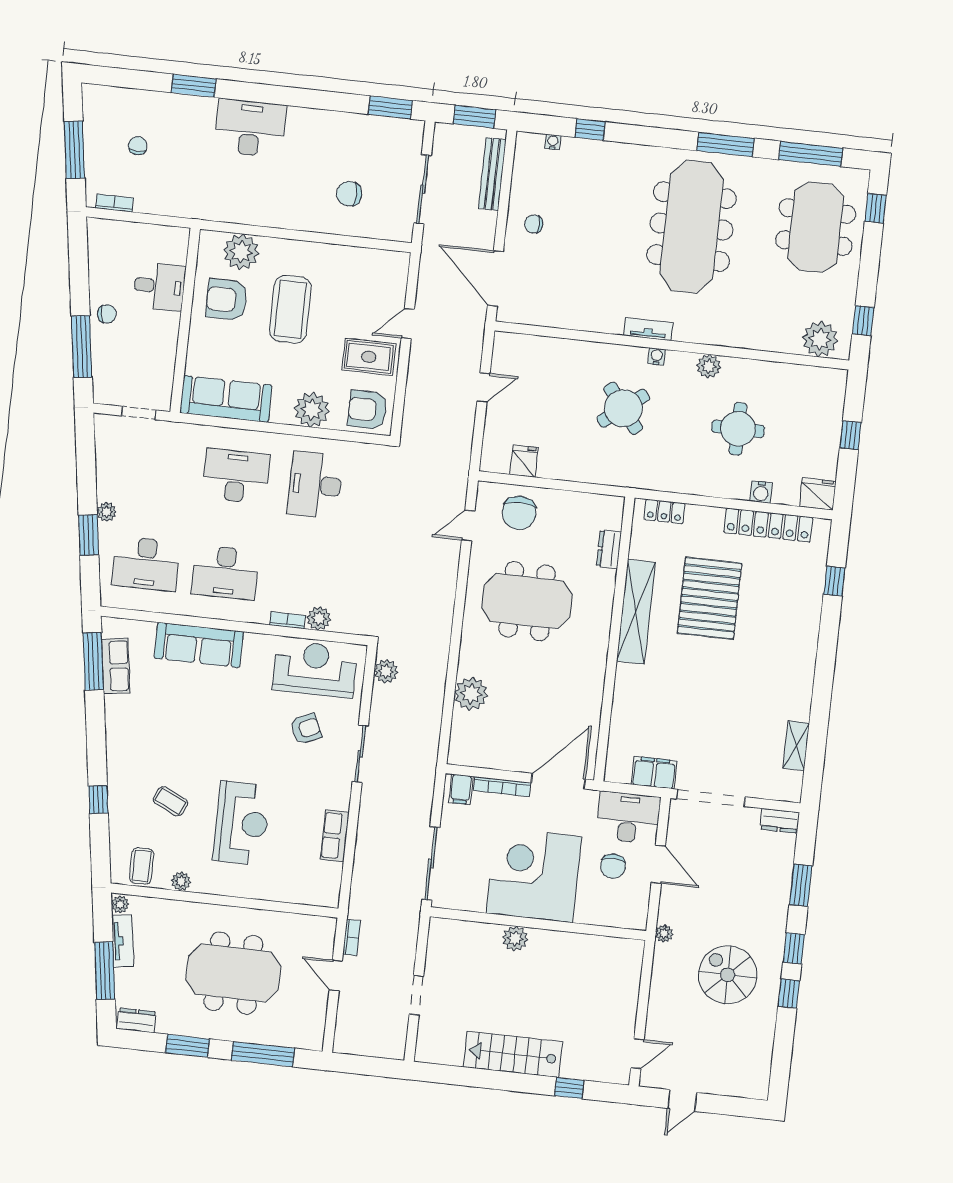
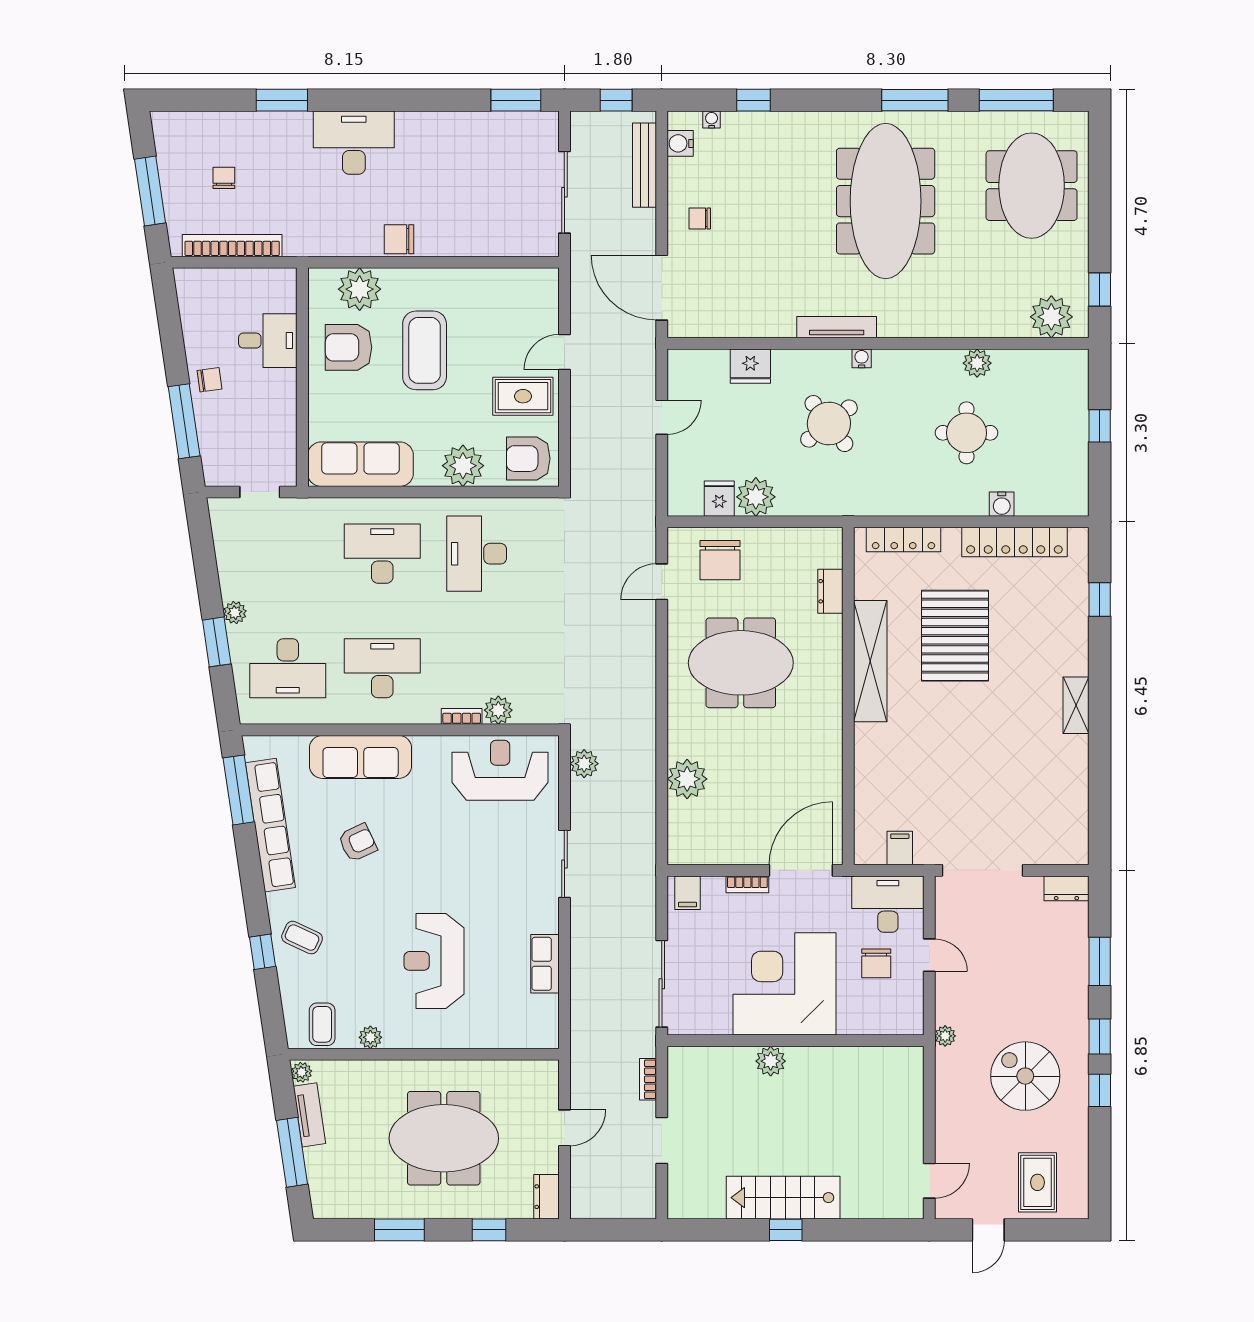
window: (474, 117) -> (616, 100), width x0.67
water cooler: (524, 159) -> (680, 143), added
chair: (349, 194) -> (399, 239), moved
bookcase: (114, 203) -> (232, 246), width x2.31, depth x1.31
window: (876, 208) -> (1100, 156), removed
tv unit: (648, 329) -> (837, 327), width x1.41
plant: (709, 366) -> (977, 363), moved
plant: (555, 463) -> (756, 497), added
fridge: (818, 494) -> (750, 366), moved, turned 180
locker: (664, 511) -> (903, 539), width x1.53
desk: (225, 572) -> (382, 668), turned 180
row of seats: (116, 666) -> (270, 825), width x2.02
armchair: (306, 729) -> (358, 843), moved
shelving: (796, 746) -> (1076, 705), moved
filing cabinet: (654, 773) -> (900, 848), width x0.50
bookcase: (502, 787) -> (747, 884), width x0.64
coffee table: (170, 801) -> (302, 938), moved
reception desk: (242, 823) -> (434, 961), turned 180
door: (658, 864) -> (929, 955), width x0.73
bookcase: (352, 937) -> (648, 1079), moved, turned 180
door: (336, 975) -> (564, 1128), swing flipped
dresser: (136, 1020) -> (547, 1197), moved, turned -90
window: (263, 1054) -> (489, 1230), width x0.46
rug: (728, 1065) -> (1037, 1182), added
window: (569, 1088) -> (786, 1230), moved

